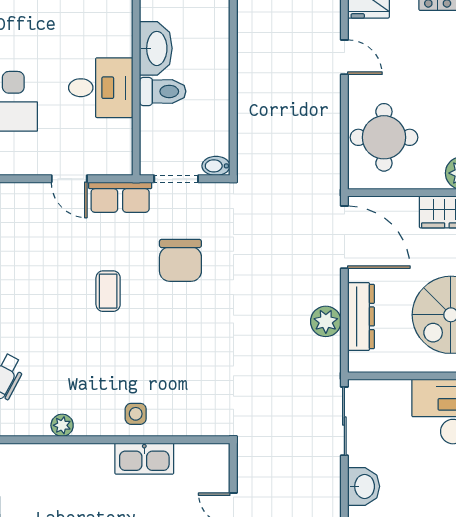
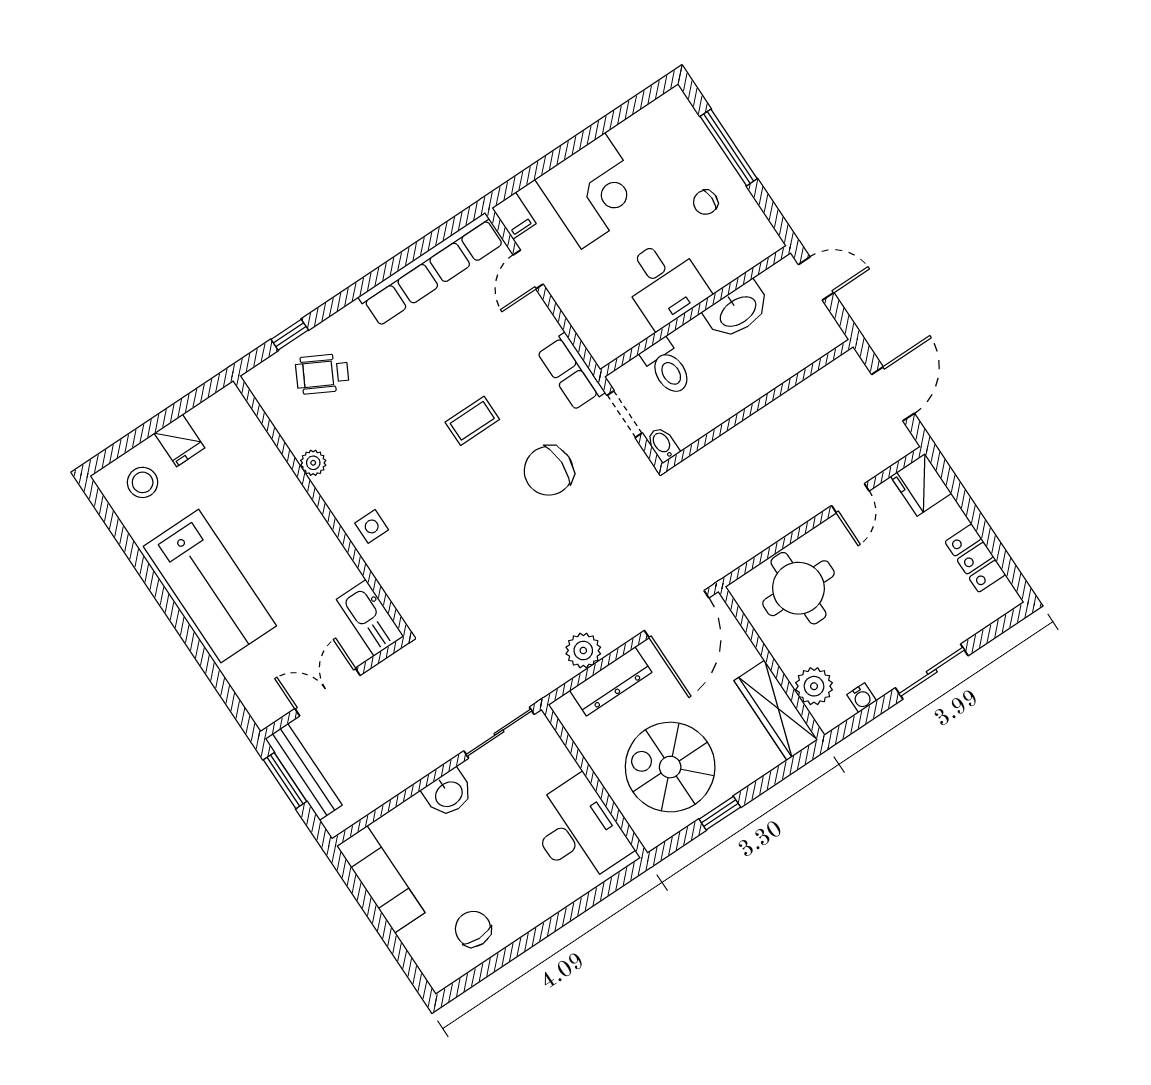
chair: (63, 19) -> (706, 202), added
toilet: (163, 91) -> (667, 367), moved
door: (69, 179) -> (528, 270), moved
kitchen sink: (144, 459) -> (370, 618), moved

